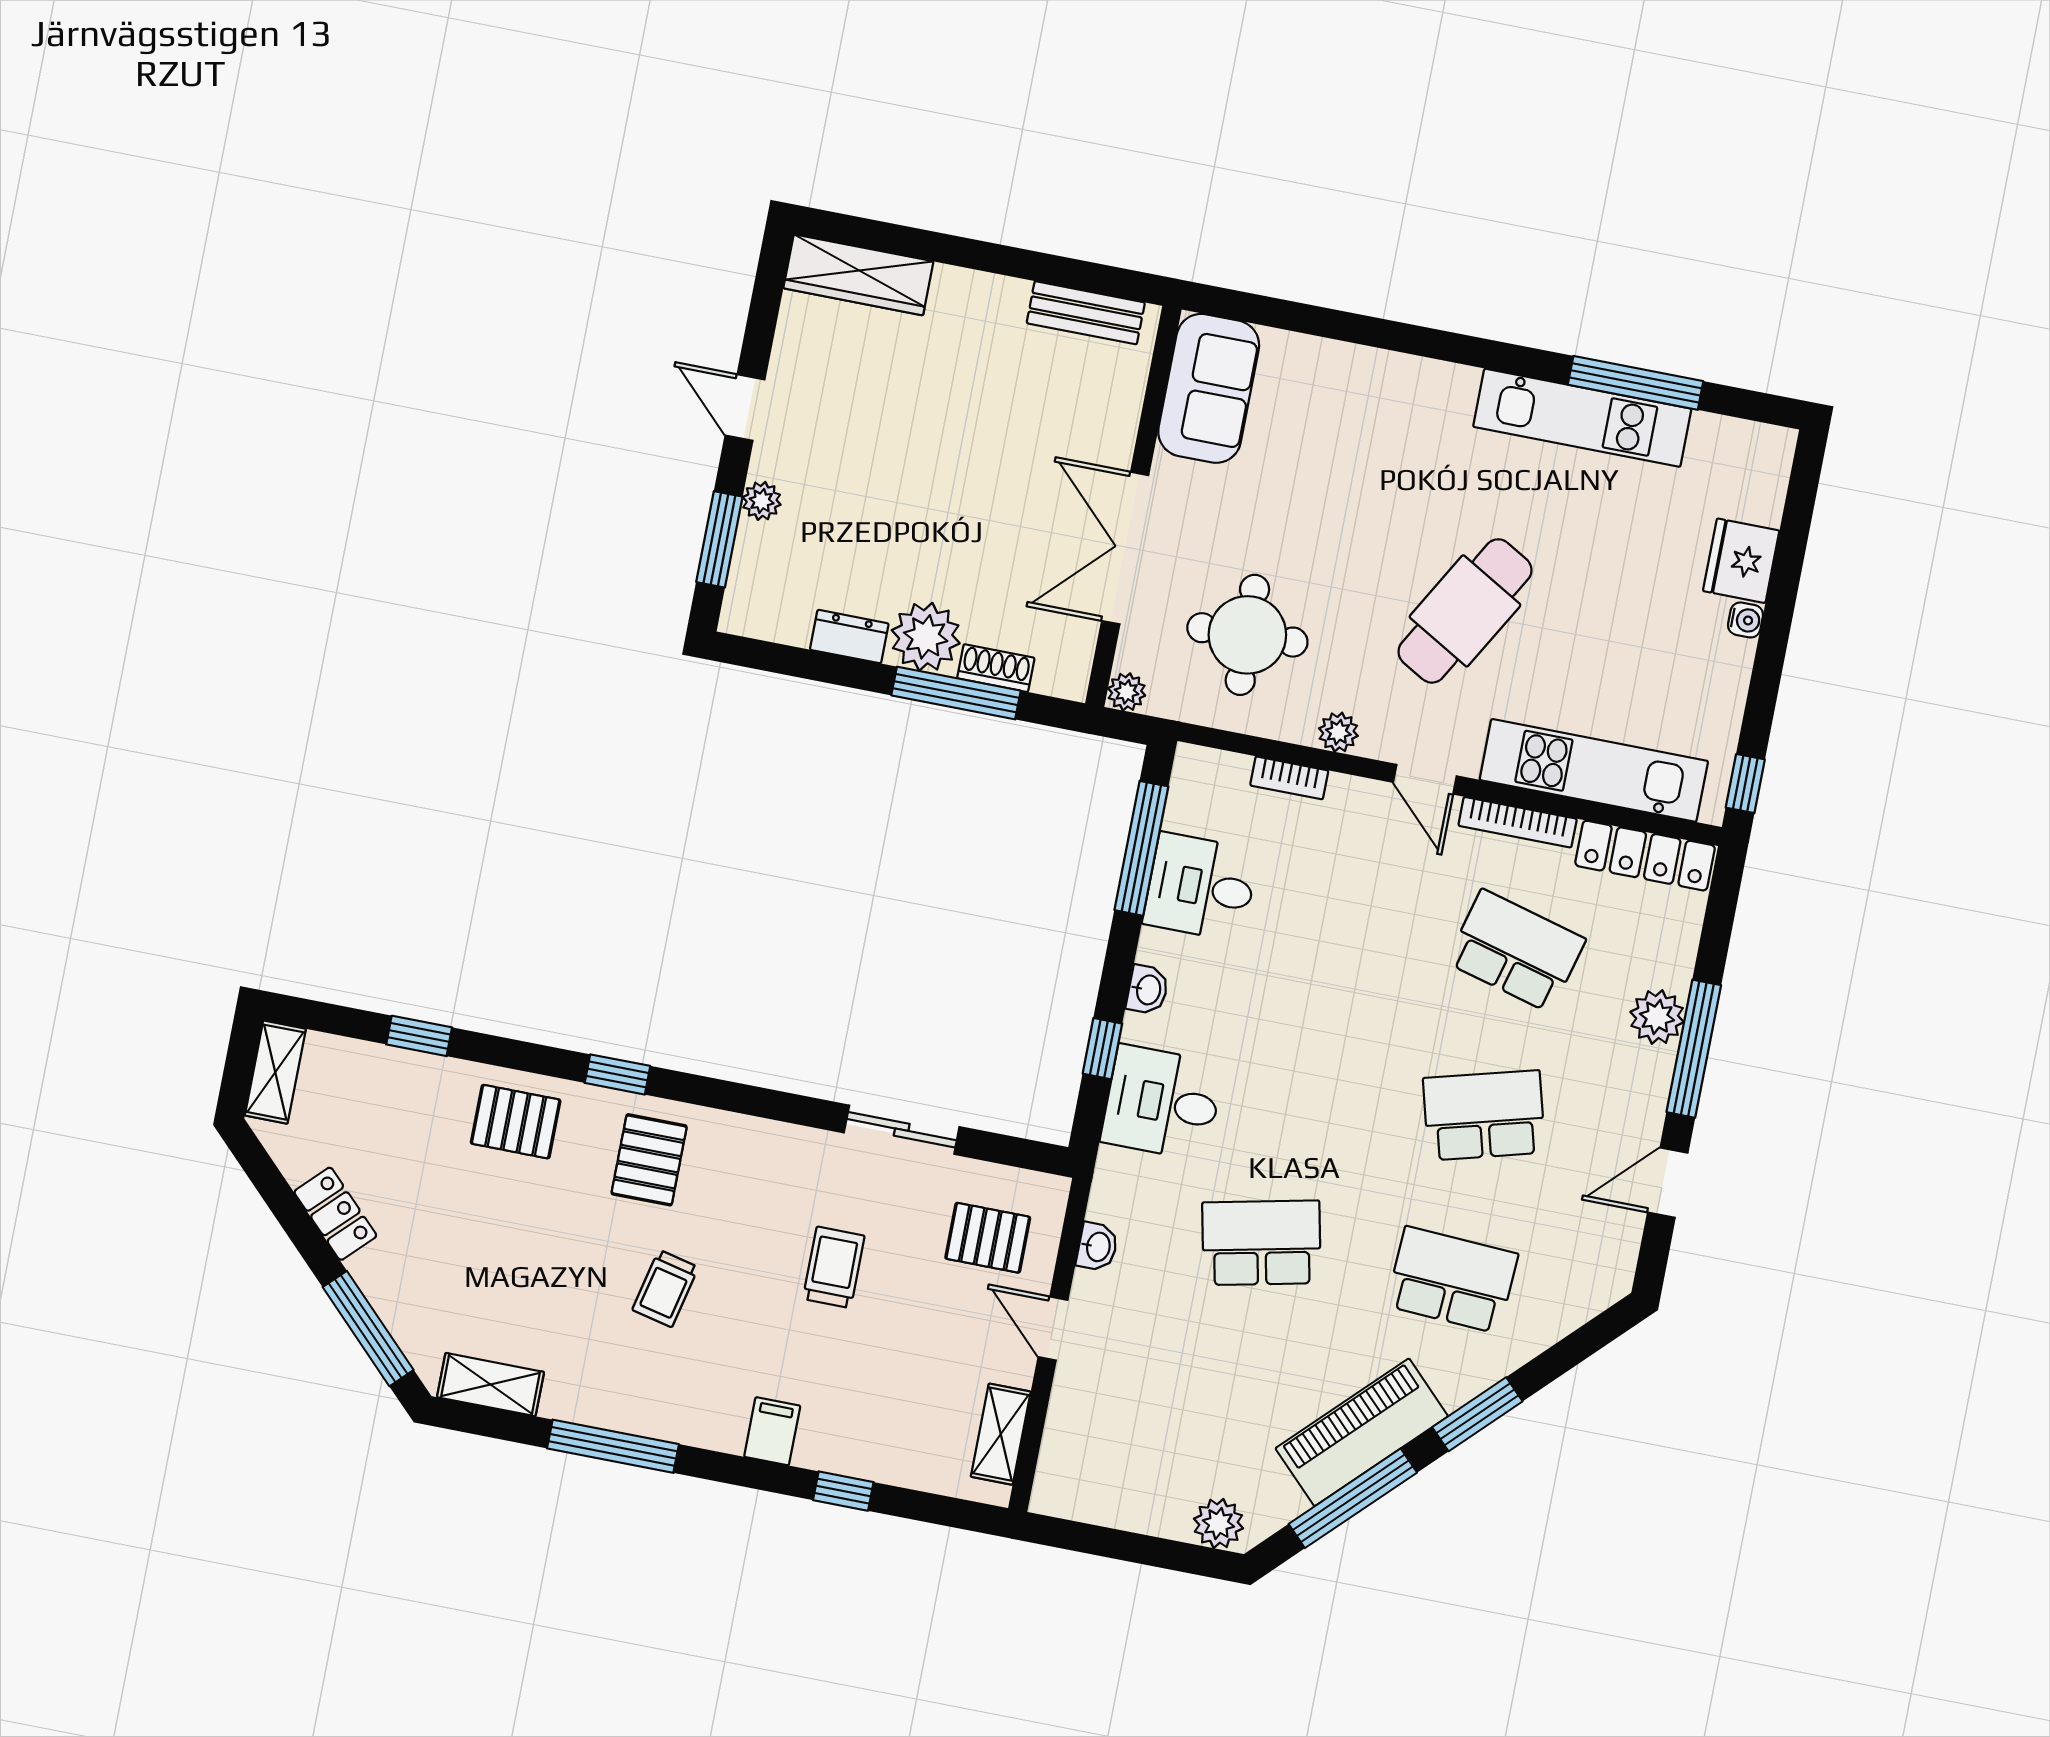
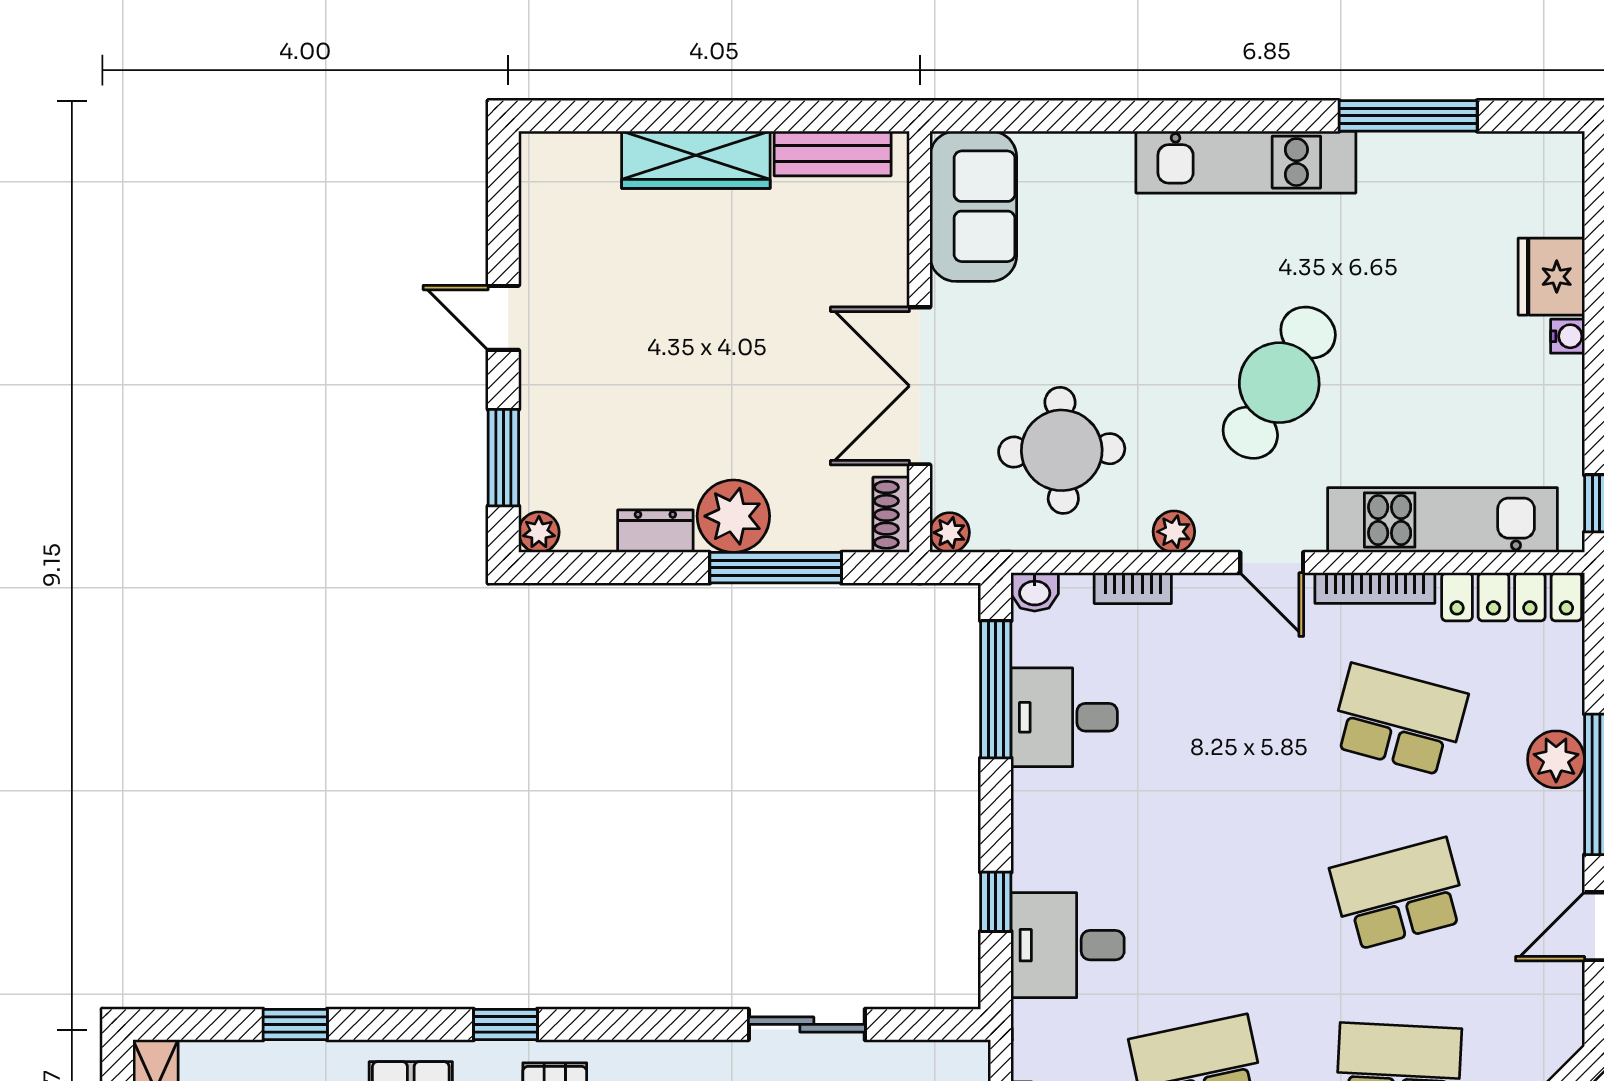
wardrobe: (858, 275) -> (696, 160), moved
kitchen unit: (1582, 418) -> (1246, 162), moved
plant: (762, 501) -> (539, 532), moved
shoe rack: (996, 668) -> (891, 515), moved, turned -90
washbasin: (1148, 990) -> (1035, 592), moved, turned 90

